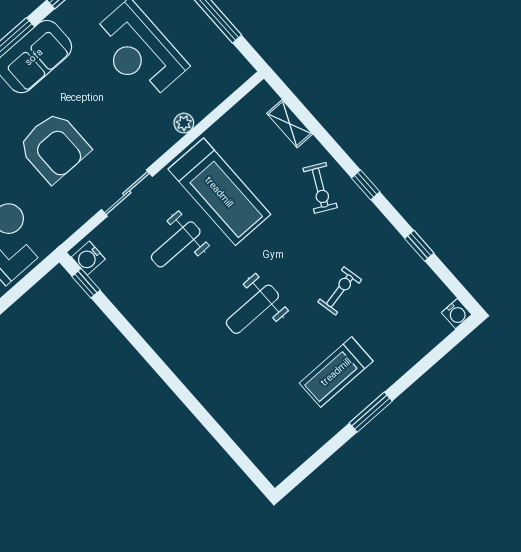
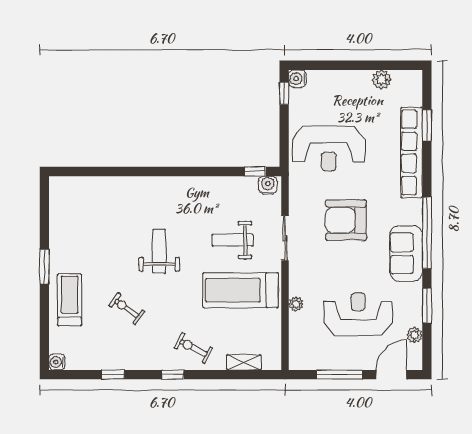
weight bench: (176, 244) -> (233, 240), turned -90
exercise bike: (340, 291) -> (127, 308), turned 138
treadmill: (336, 372) -> (70, 300), moved

